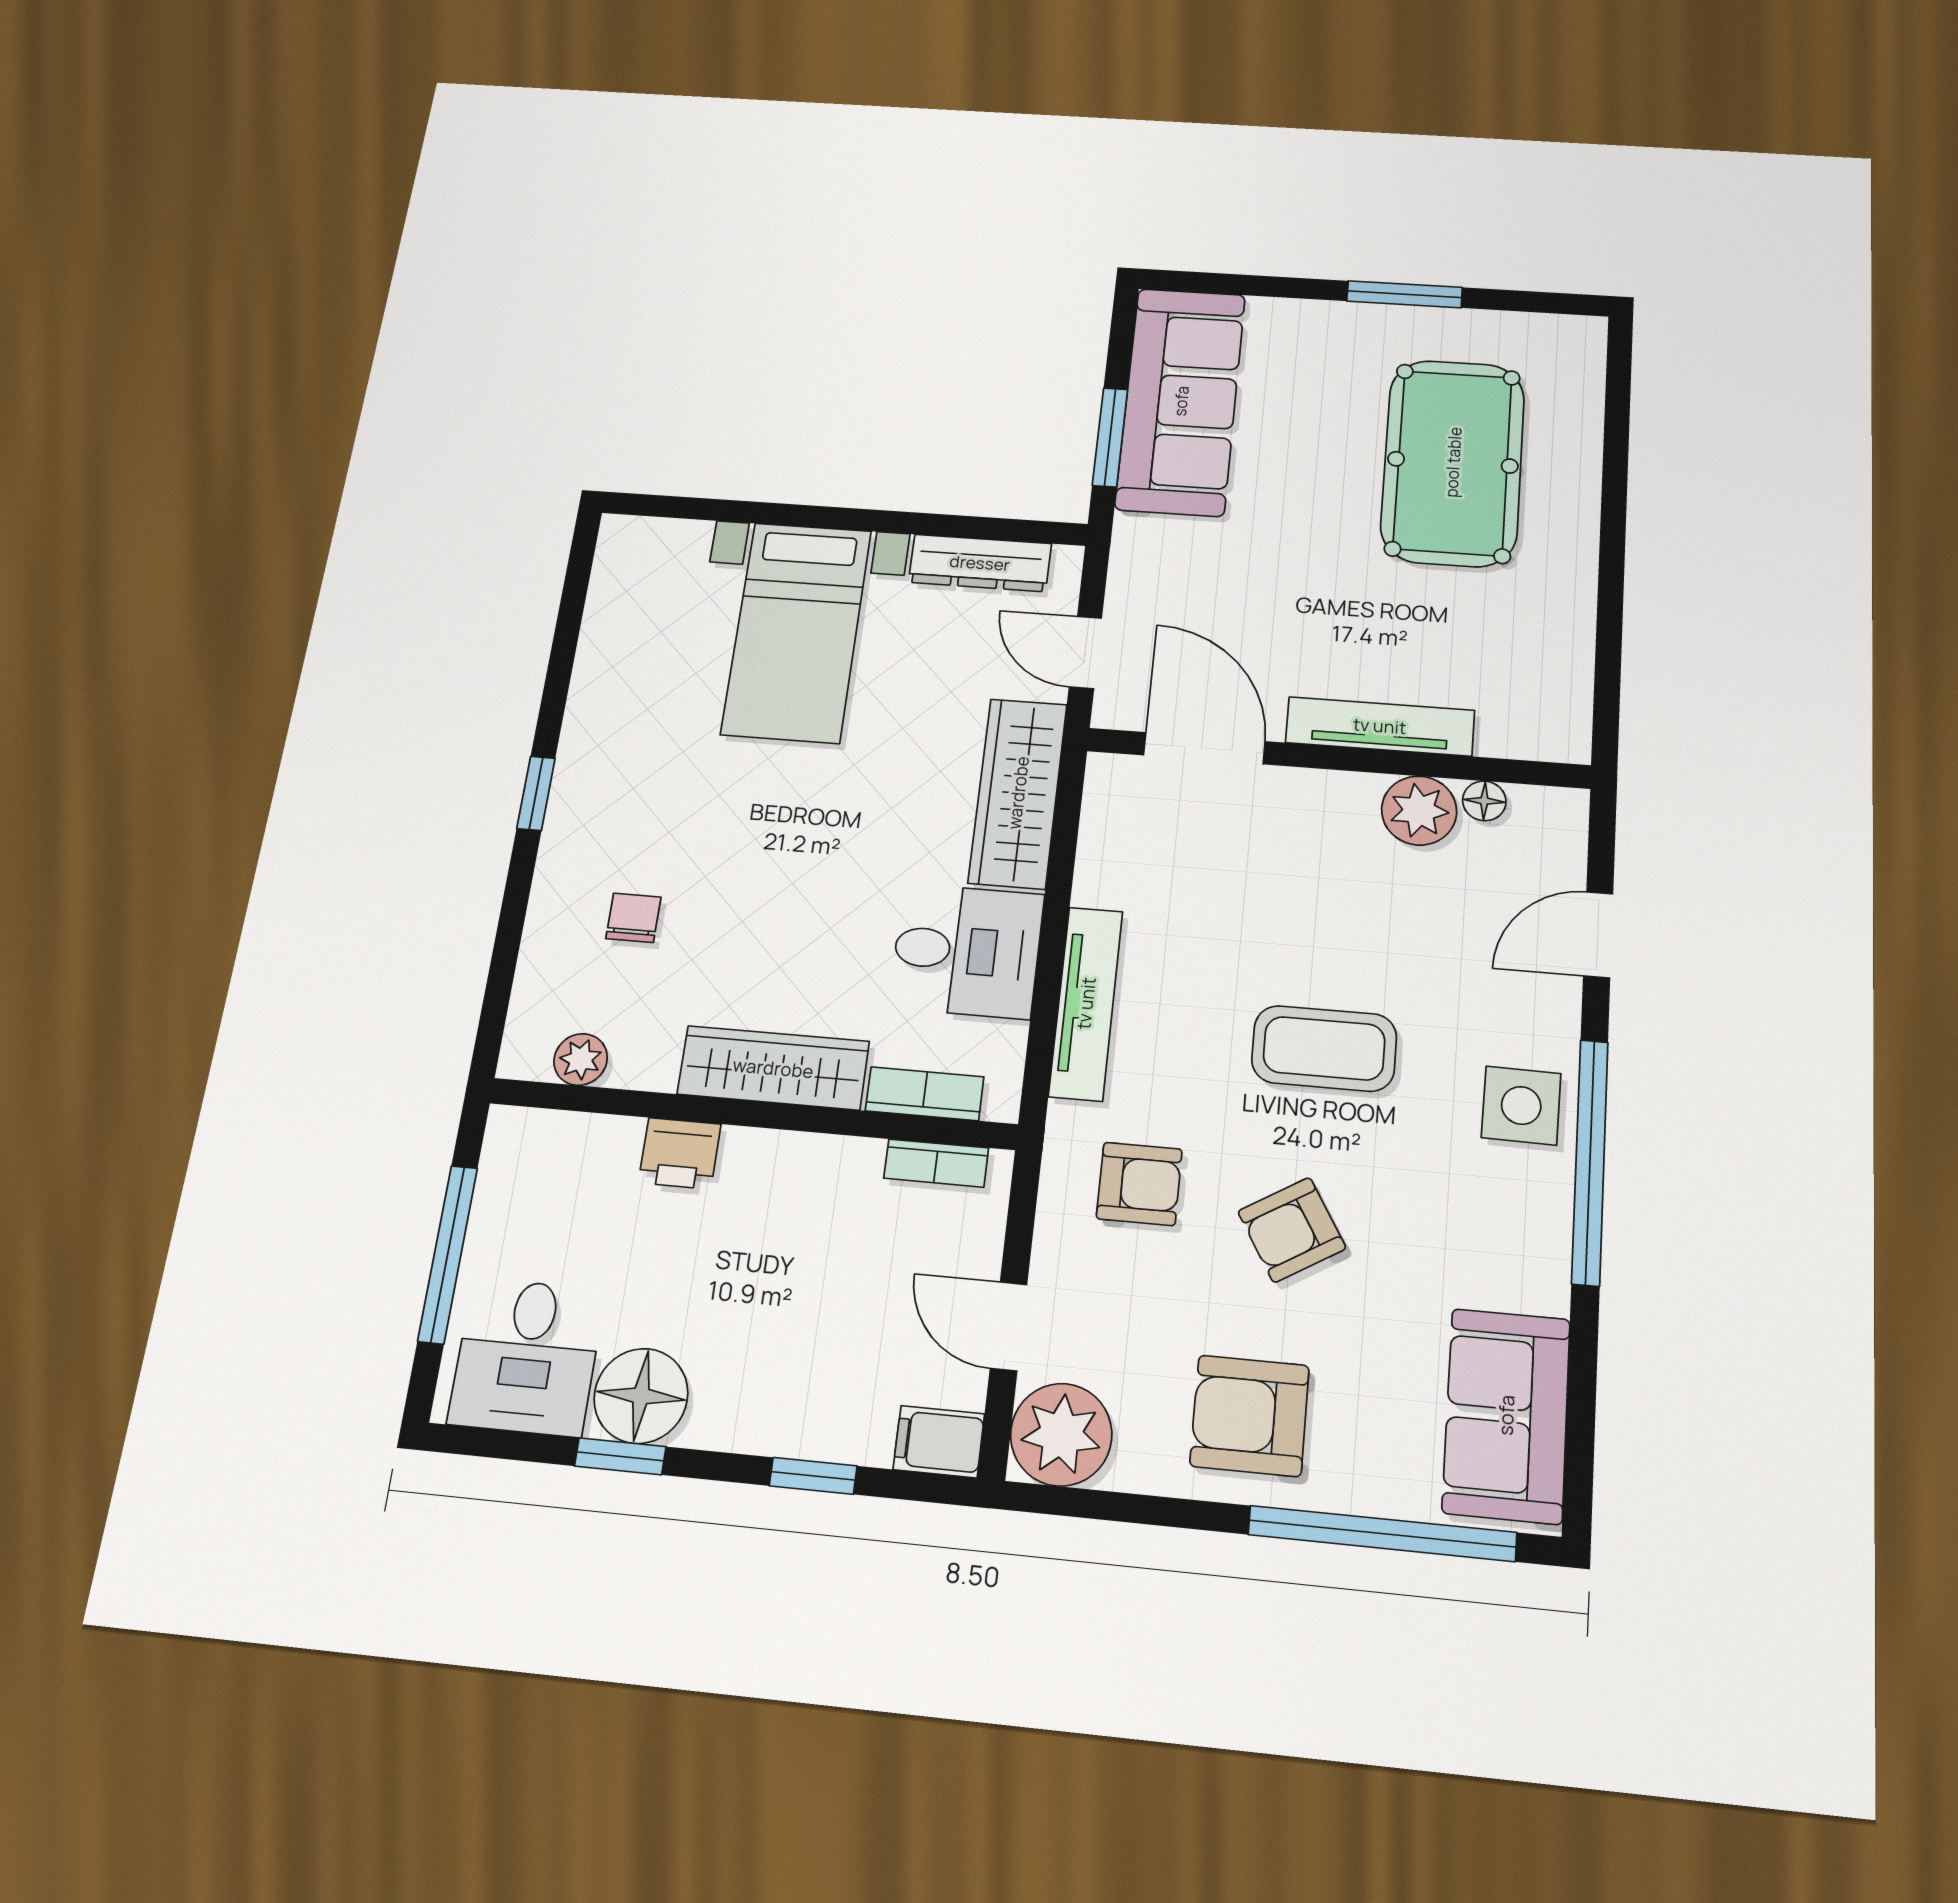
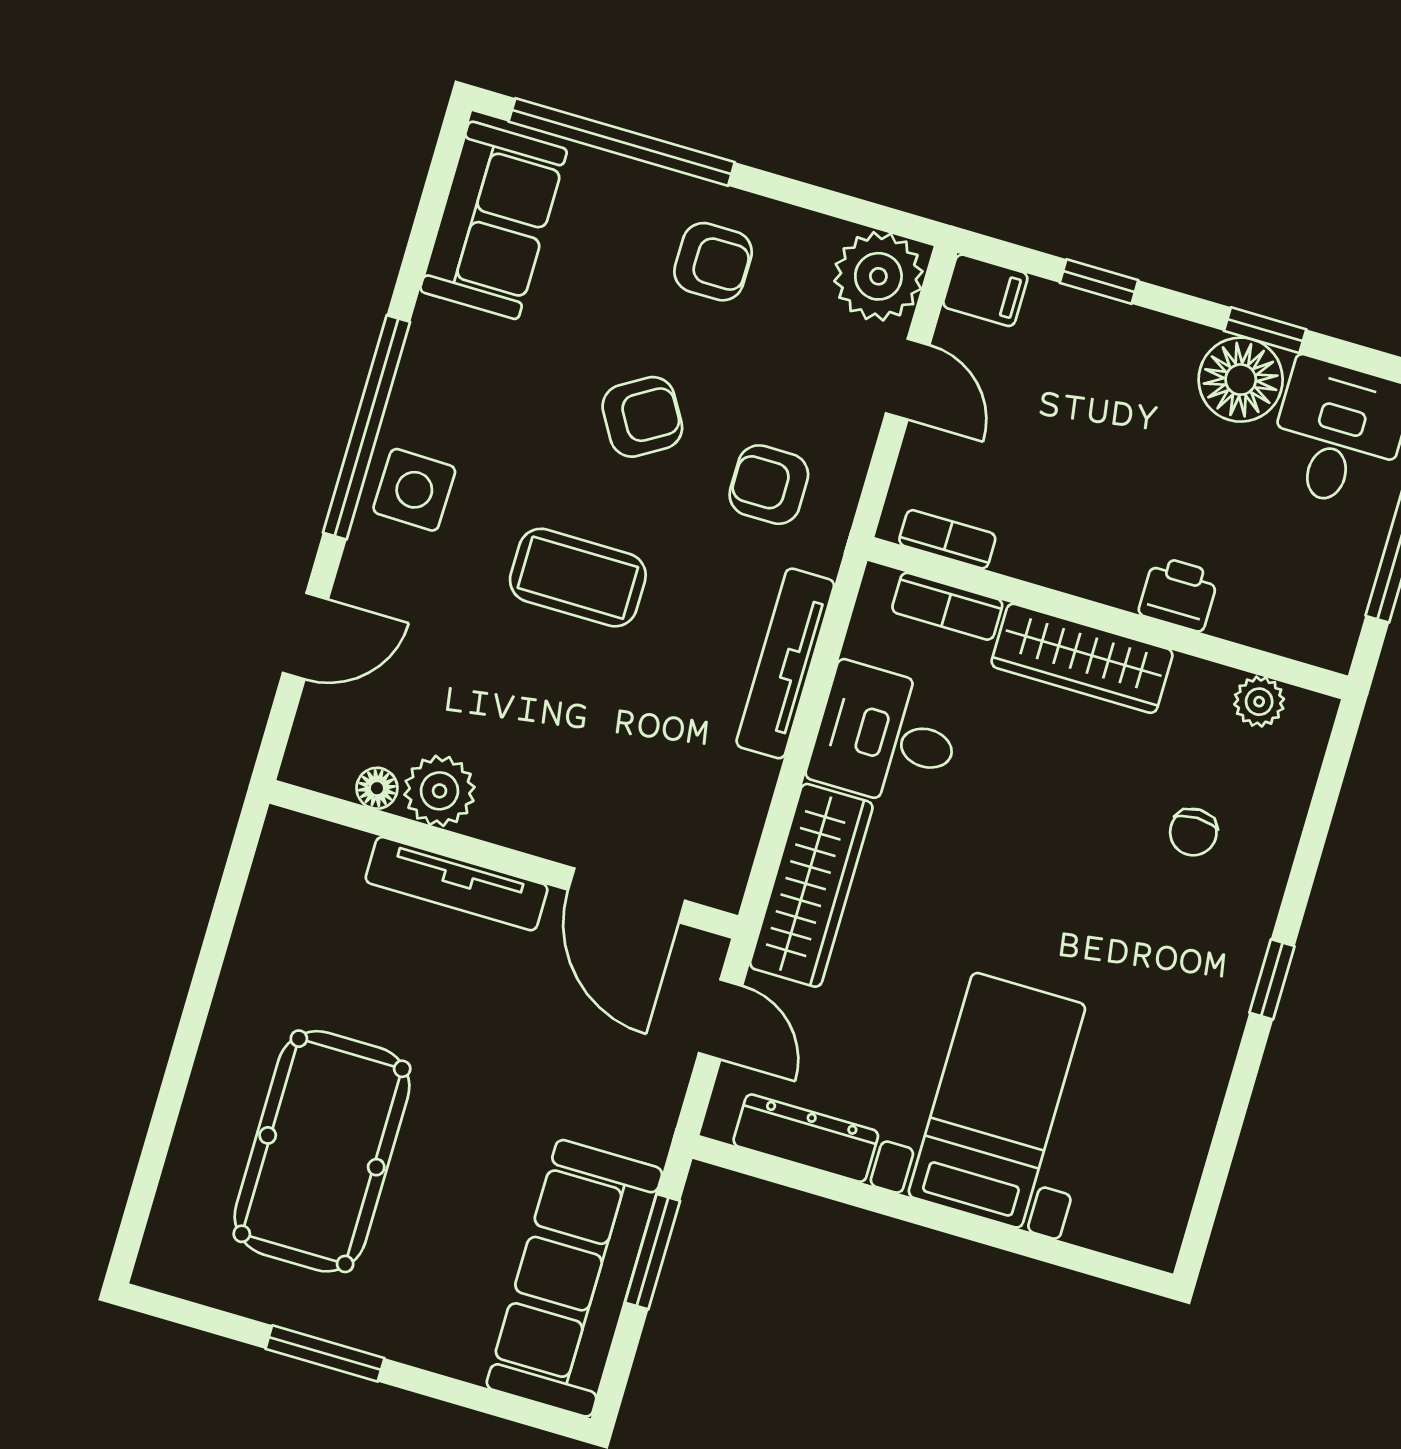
armchair: (1250, 1416) -> (713, 262), width x0.72, depth x0.72

